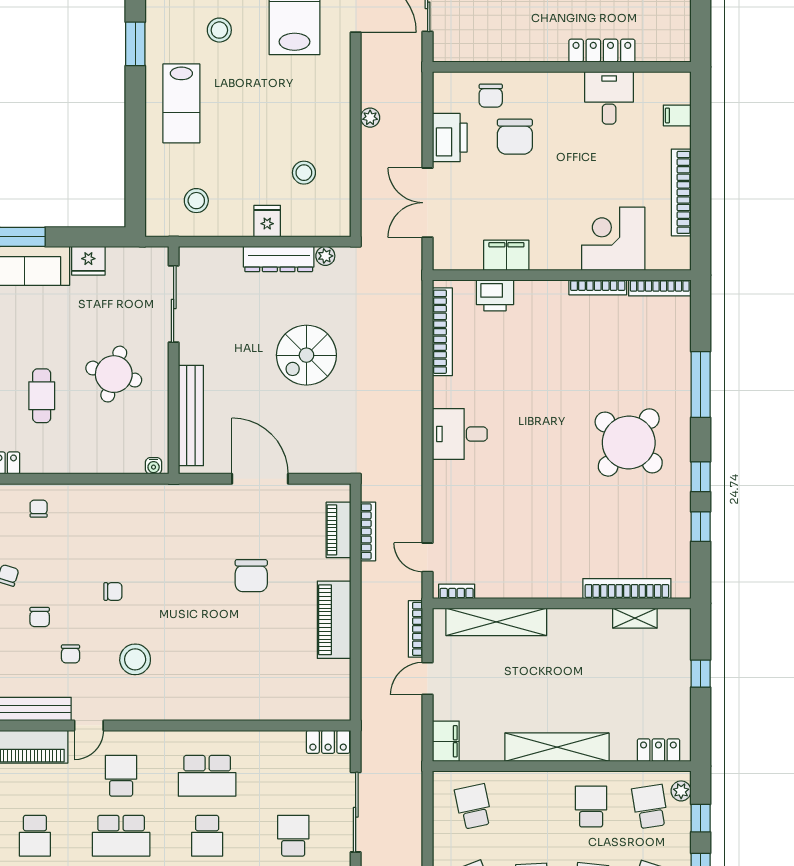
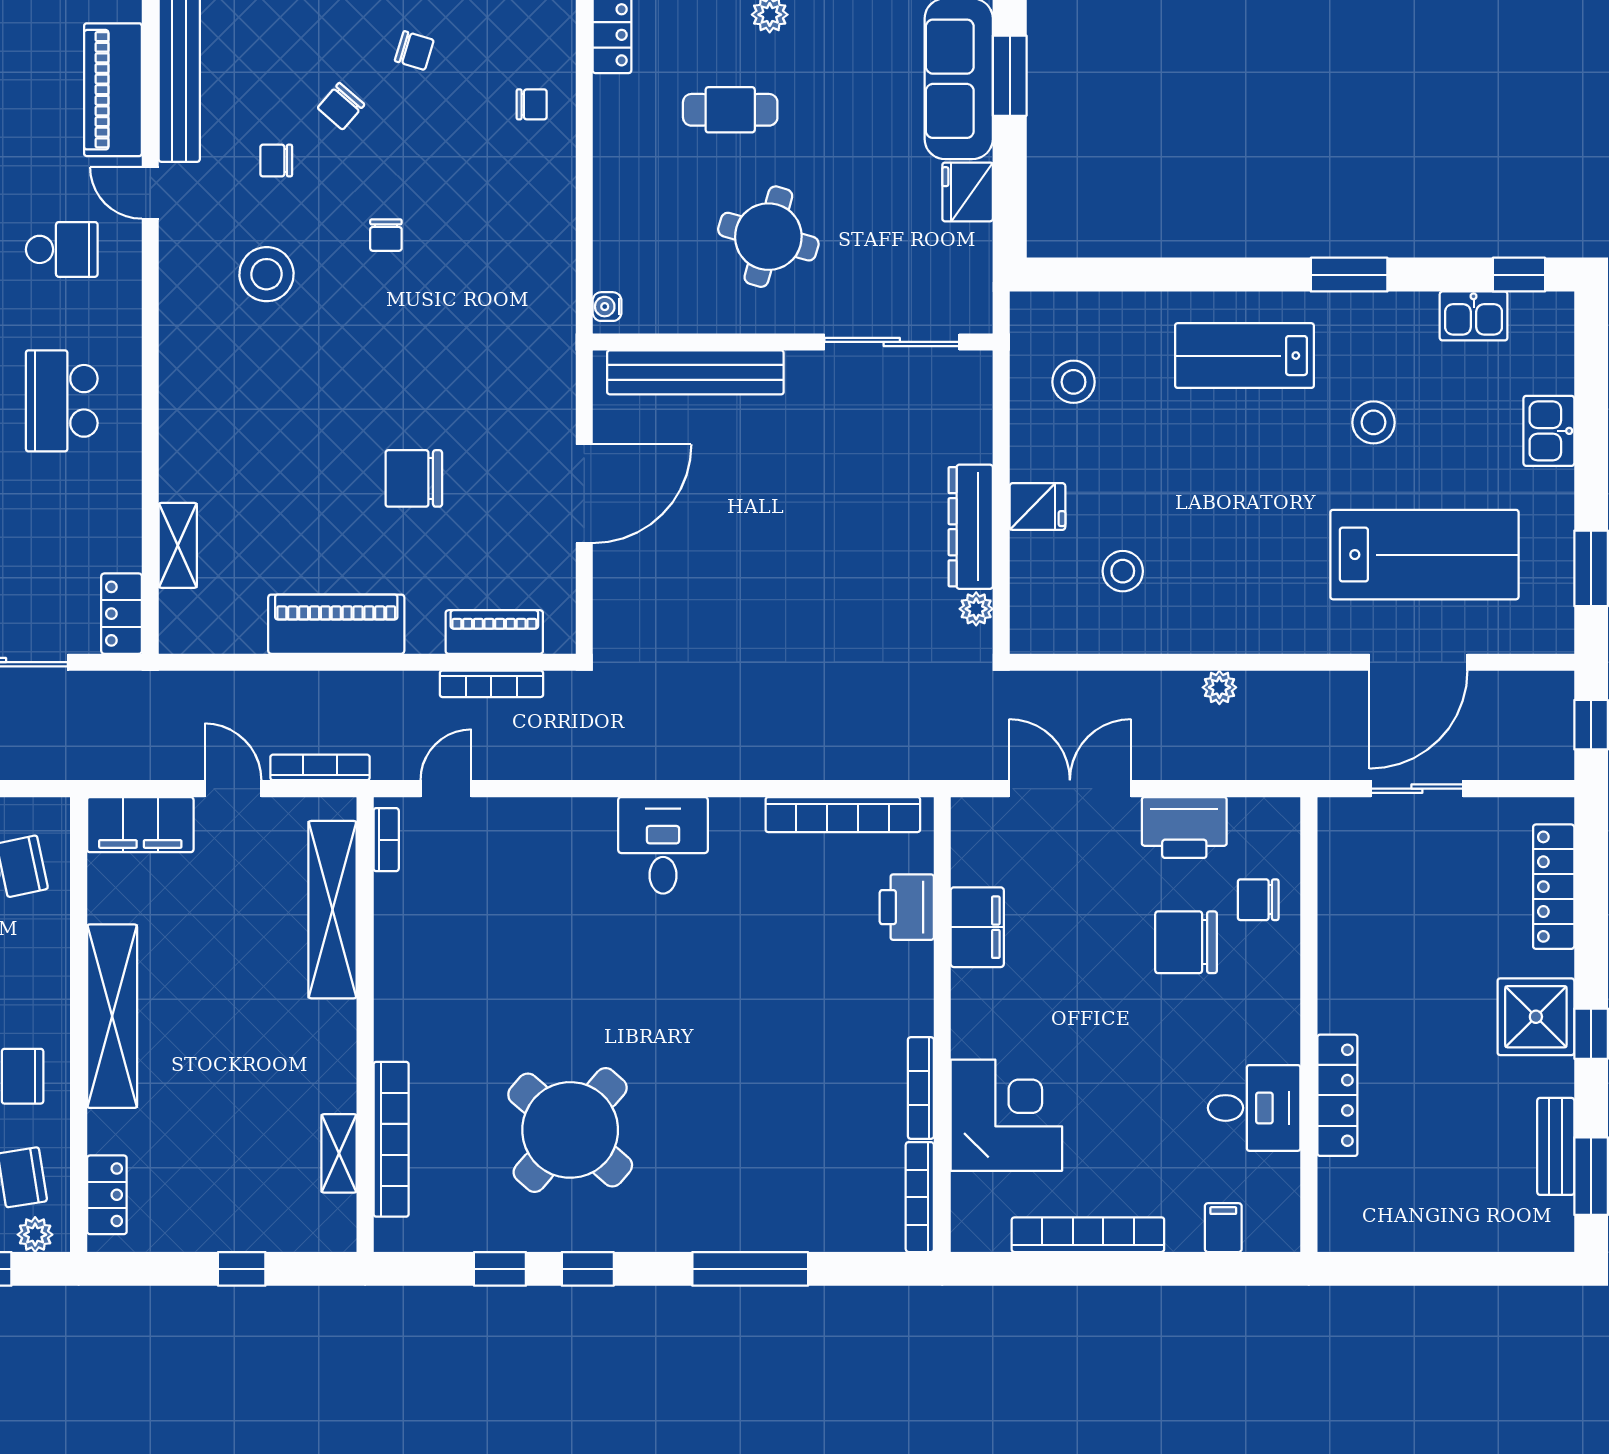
spiral stairs: (306, 355) -> (802, 576), removed
round table: (629, 442) -> (570, 1130), moved
chair: (40, 617) -> (341, 106), turned -49
shelving: (289, 710) -> (178, 545), added
filing cabinet: (446, 741) -> (140, 825), width x1.50, depth x1.17

